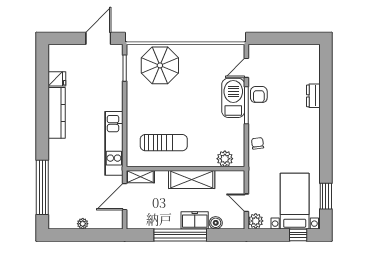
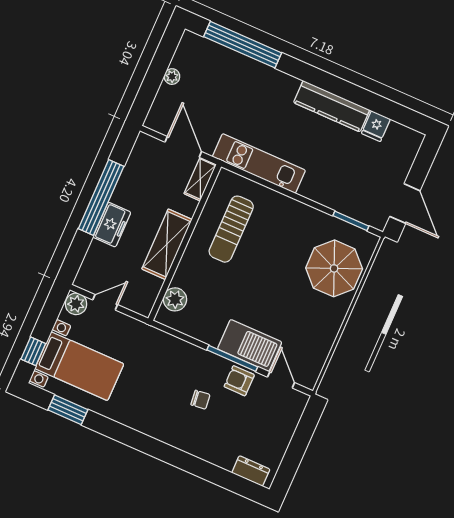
dresser: (313, 96) -> (251, 471), moved
chair: (258, 143) -> (200, 400), moved
boiler: (216, 223) -> (97, 251), removed

